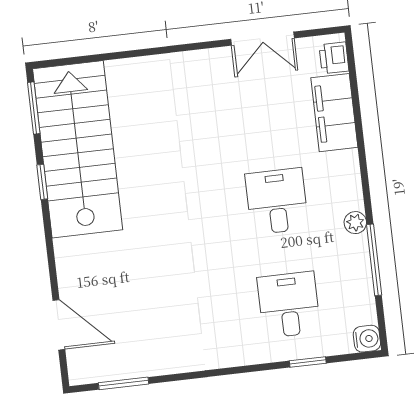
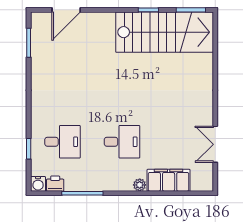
printer: (334, 58) -> (55, 184), moved
plant: (355, 223) -> (140, 185), moved

